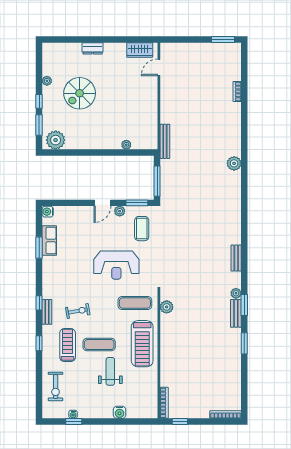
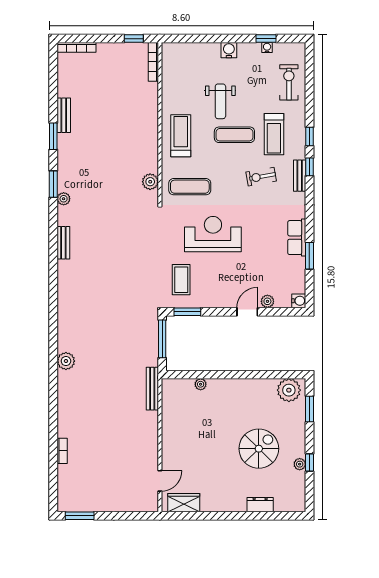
dresser: (93, 48) -> (260, 505), moved
window: (39, 101) -> (309, 462), moved
door: (102, 203) -> (247, 312), moved
plant: (120, 211) -> (267, 301), moved
row of seats: (49, 241) -> (297, 238), moved
window: (39, 303) -> (309, 167), moved
bench: (236, 313) -> (64, 115), moved
treadmill: (142, 344) -> (181, 136), width x0.73, depth x0.73
water cooler: (120, 412) -> (229, 50), moved

